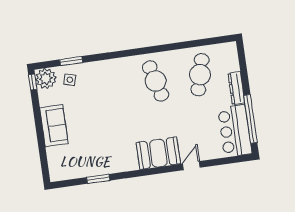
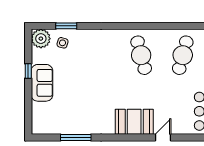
window: (33, 82) -> (28, 71), moved
window: (98, 179) -> (76, 138), width x1.44

